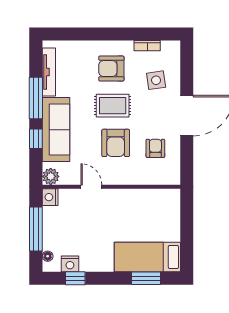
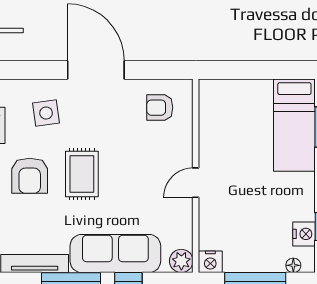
armchair: (116, 143) -> (134, 170), removed
armchair: (155, 148) -> (160, 108), moved
door: (91, 187) -> (196, 183), moved

